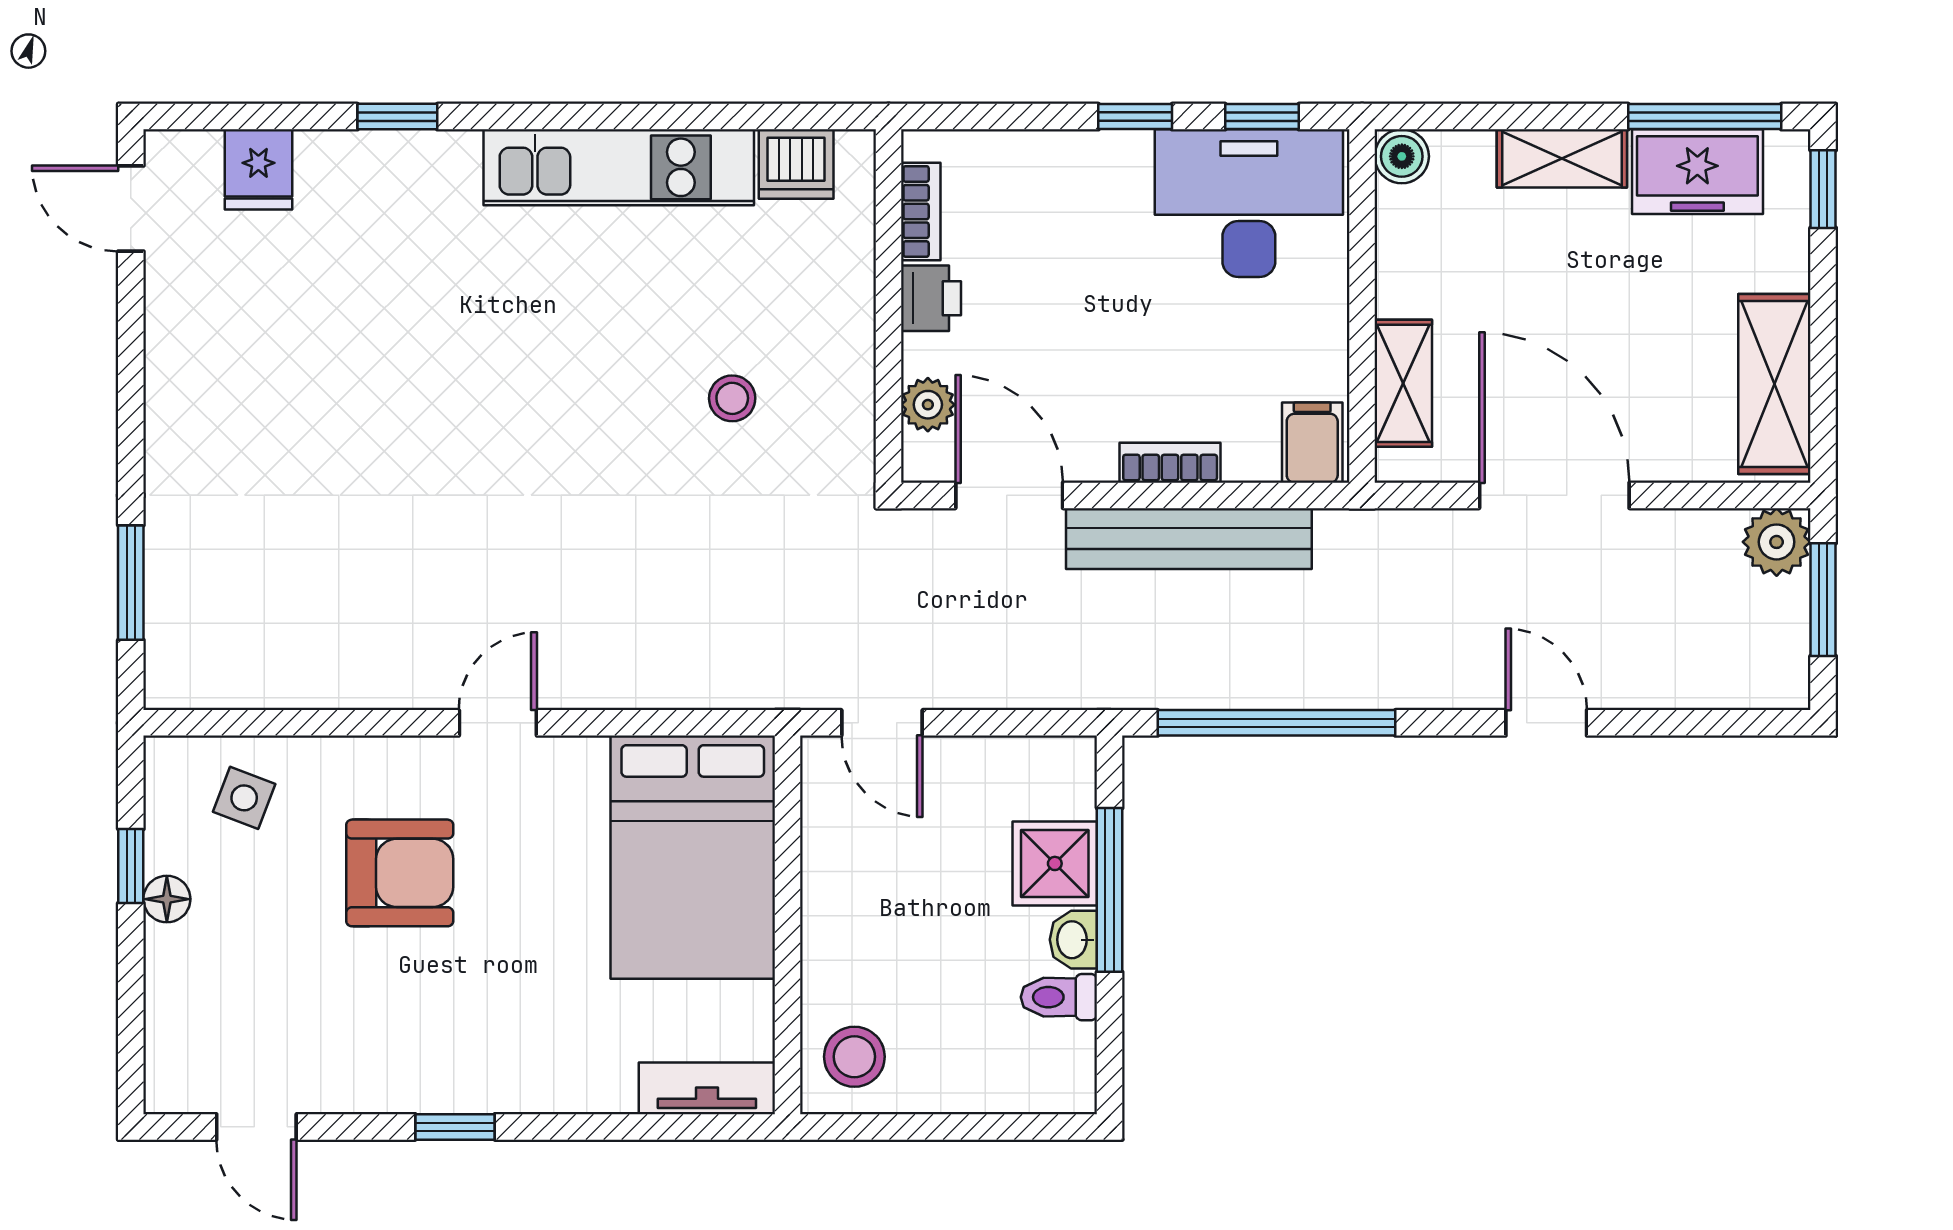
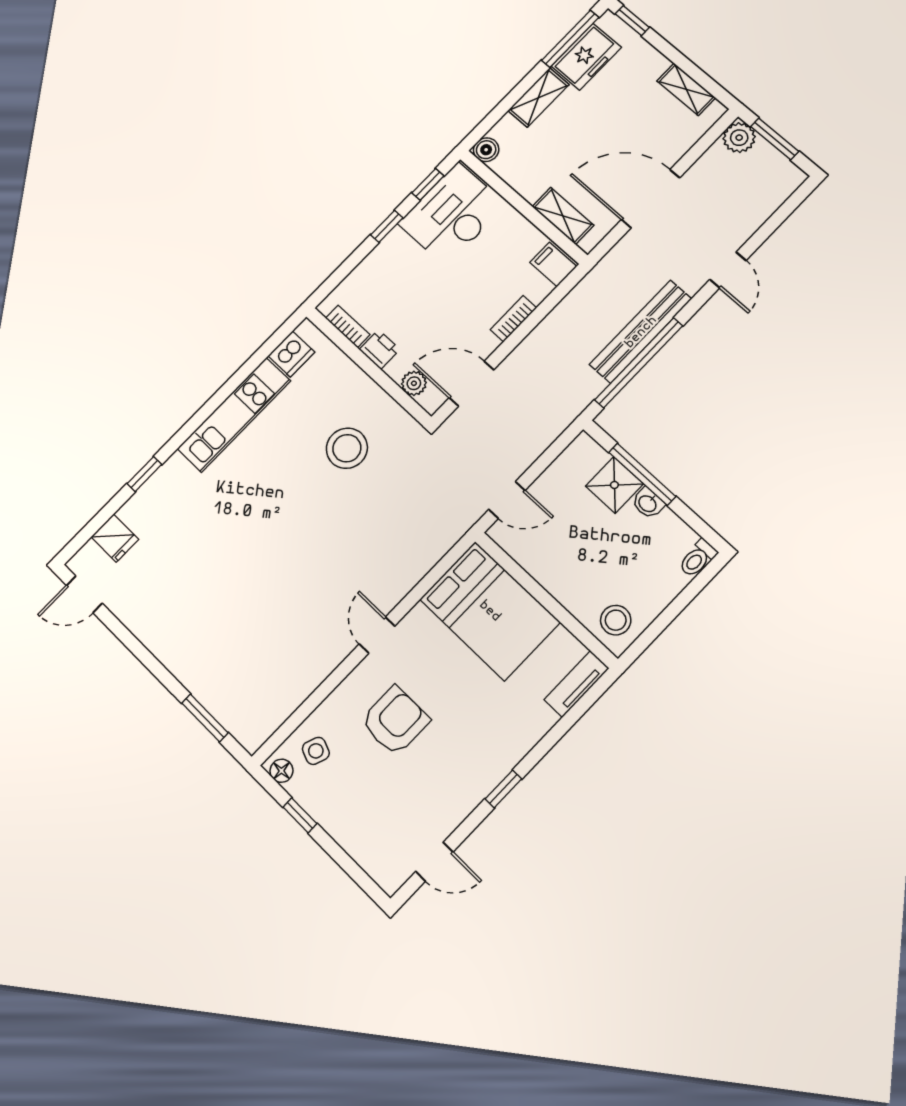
shelving: (1774, 384) -> (686, 89), width x0.67, depth x0.75
stool: (732, 398) -> (347, 448), width x1.89, depth x1.89
bench: (1189, 539) -> (641, 332), moved
door: (1546, 723) -> (728, 270), swing flipped
floor lamp: (167, 899) -> (281, 771), moved
toilet: (1059, 997) -> (698, 558), moved

